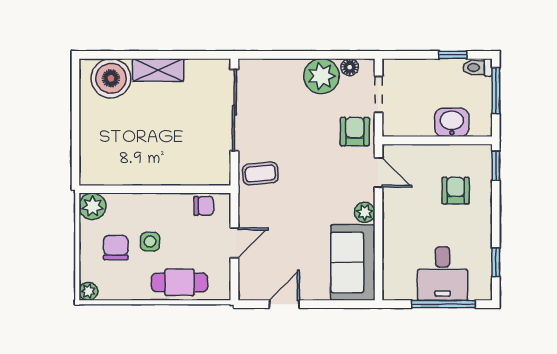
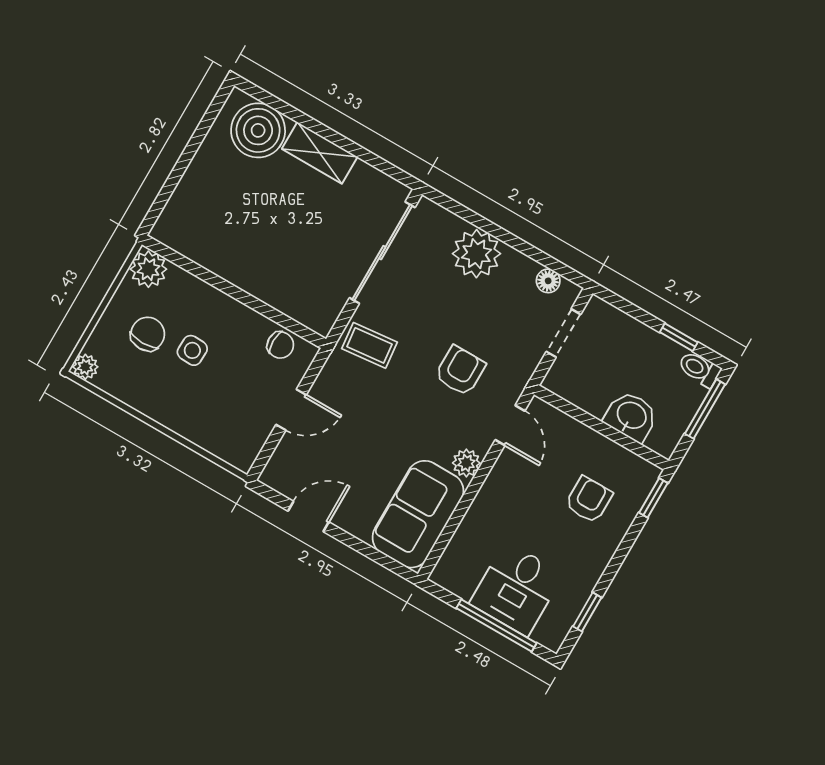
plant: (321, 76) -> (477, 254), moved
armchair: (355, 132) -> (460, 371), moved
cafe table: (180, 282) -> (199, 419), removed

